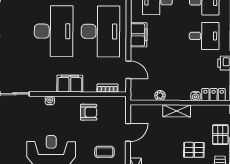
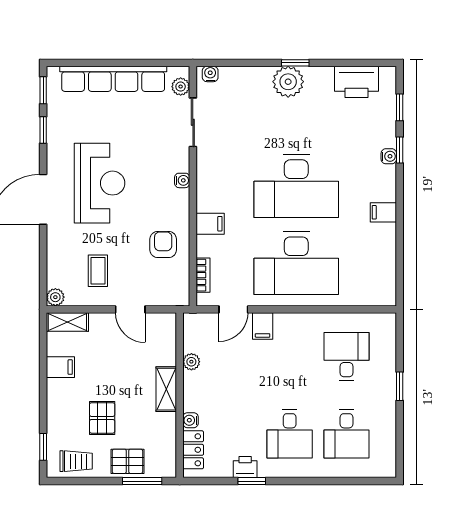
filing cabinet: (139, 35) -> (263, 326), moved, width x0.50
filing cabinet: (70, 84) -> (210, 224), width x0.50
armchair: (89, 112) -> (163, 244), turned 180

